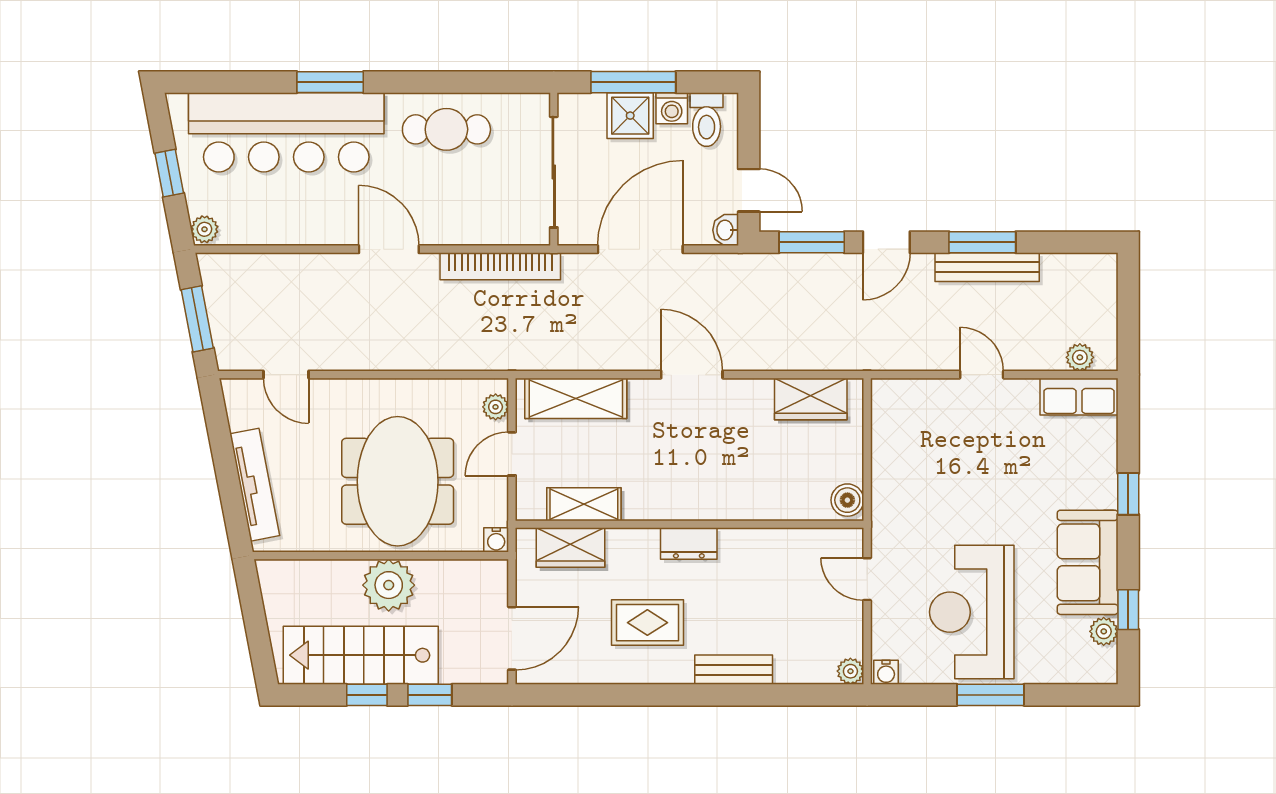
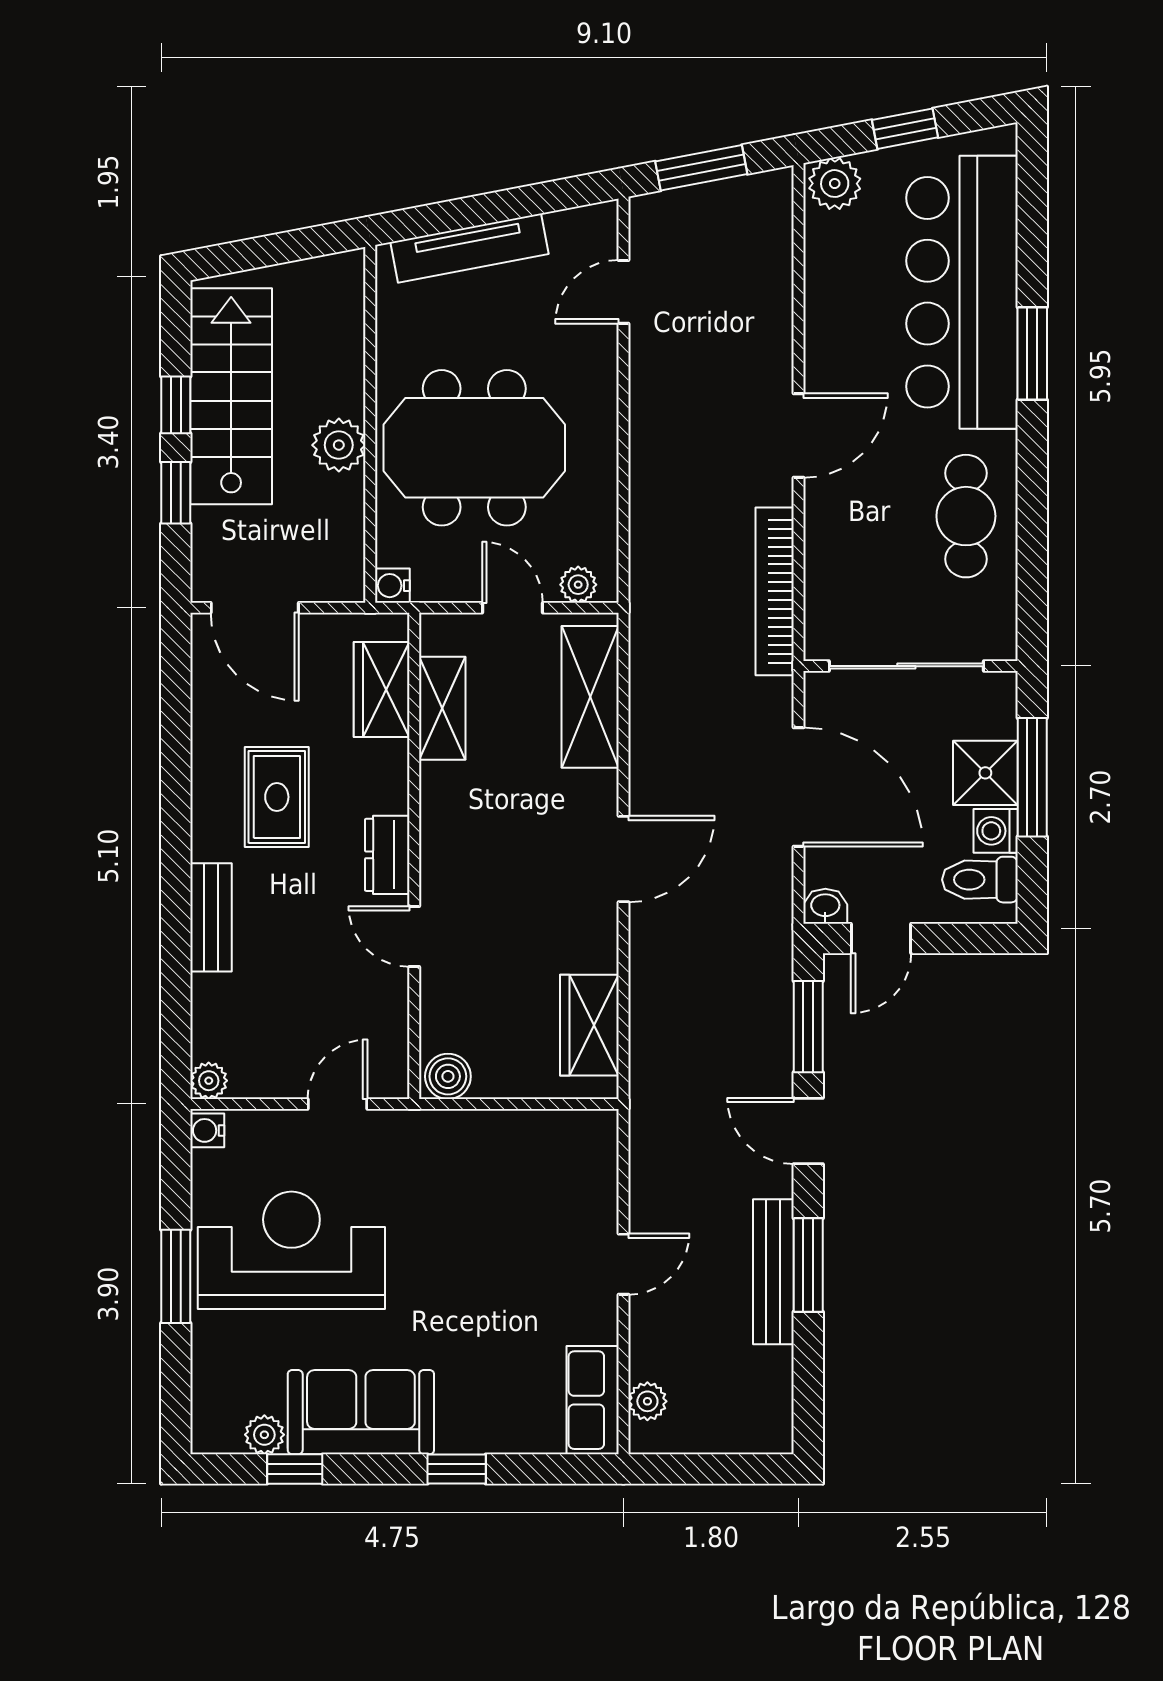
plant: (204, 229) -> (835, 184), width x1.38, depth x1.38
door: (747, 524) -> (414, 936), added
plant: (389, 585) -> (339, 445), width x0.73, depth x0.73

